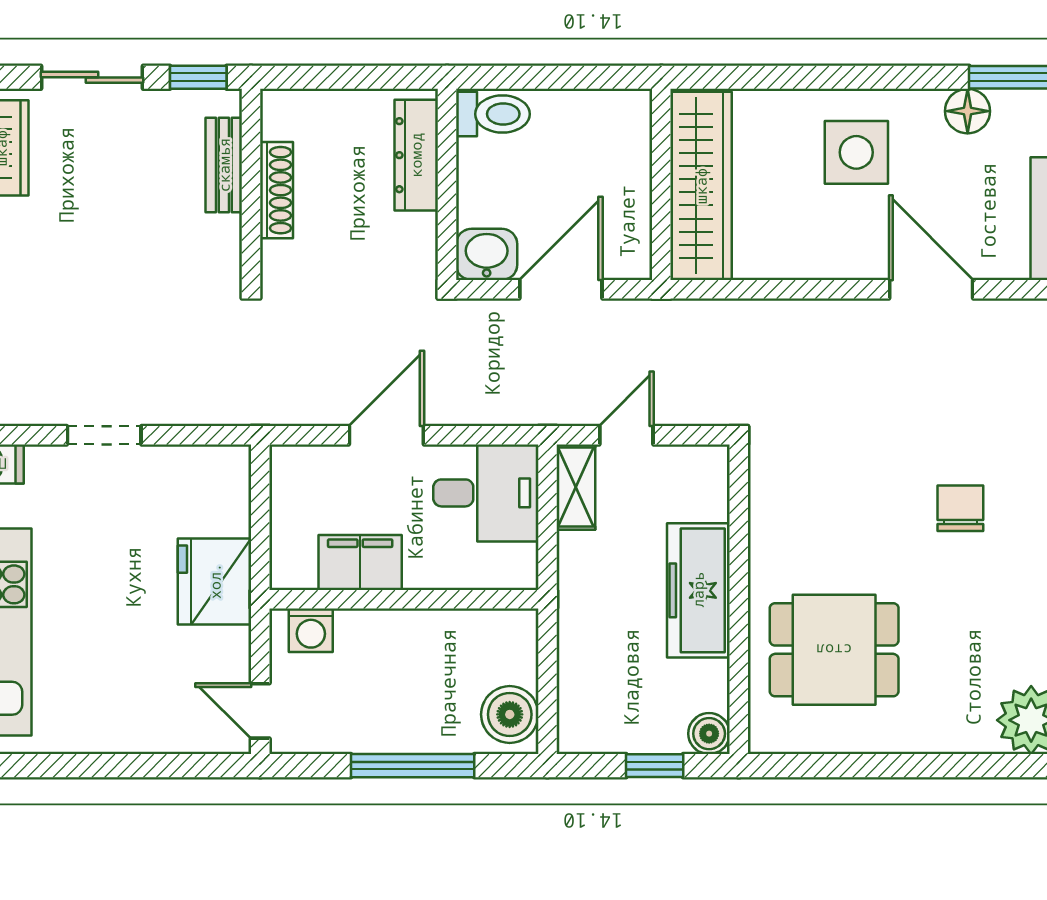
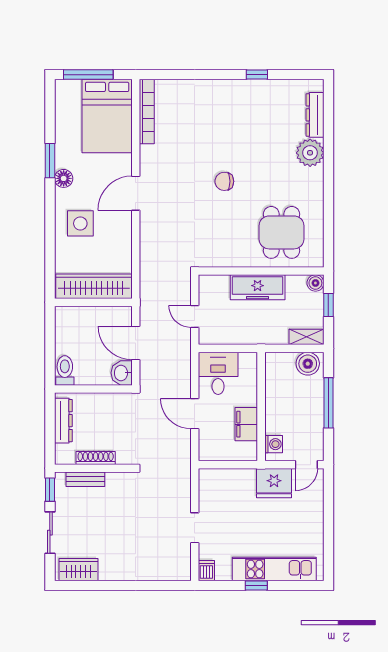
dresser: (416, 155) -> (63, 421), moved, turned -90
shelving: (576, 487) -> (307, 337), moved
fridge: (215, 581) -> (274, 483), moved

